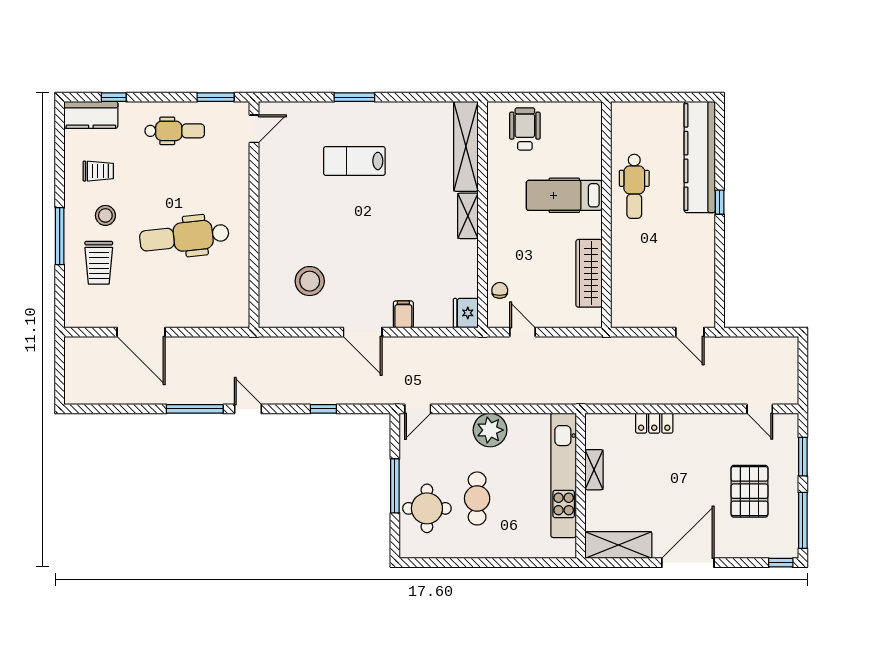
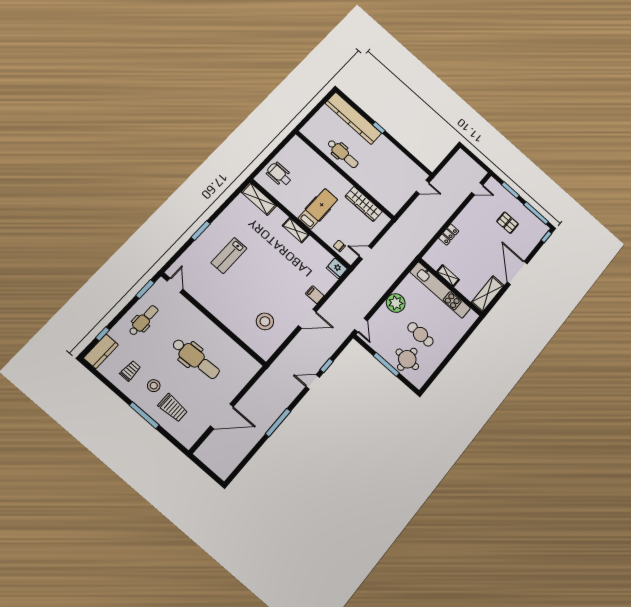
shelving: (466, 146) -> (259, 199), width x0.68
hospital bed: (564, 195) -> (318, 209), moved, turned 180
dental chair: (184, 237) -> (196, 359), turned -87
door: (248, 409) -> (313, 382), moved
pallet: (750, 491) -> (508, 223), width x0.67, depth x0.71

